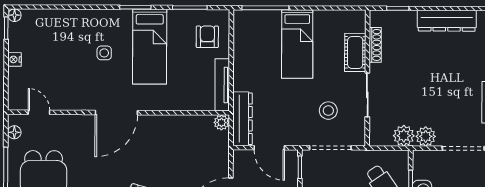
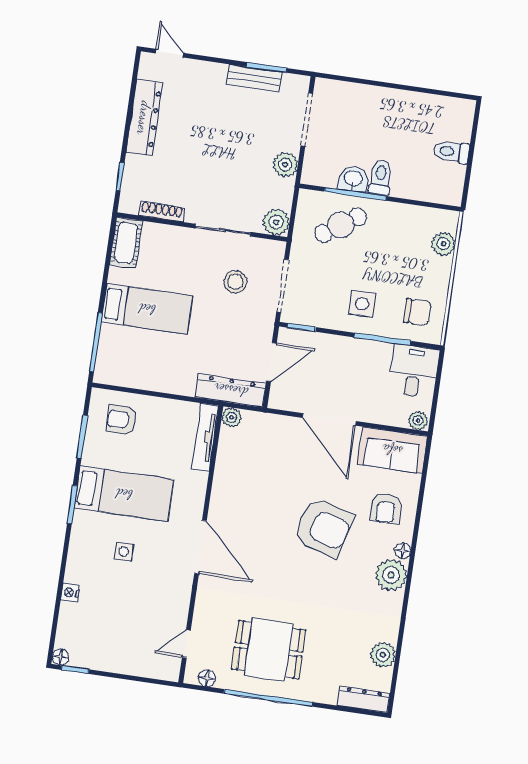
cot: (355, 52) -> (126, 243), moved, turned 90
nightstand: (15, 59) -> (70, 593), moved, turned 90
tv unit: (222, 85) -> (205, 437), moved, turned 90
plant: (404, 136) -> (276, 222), moved

